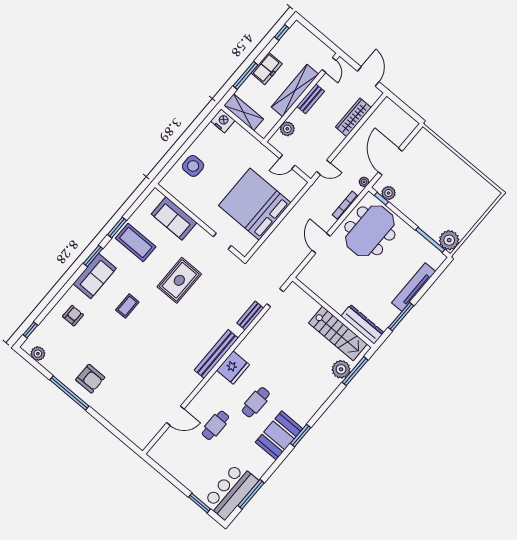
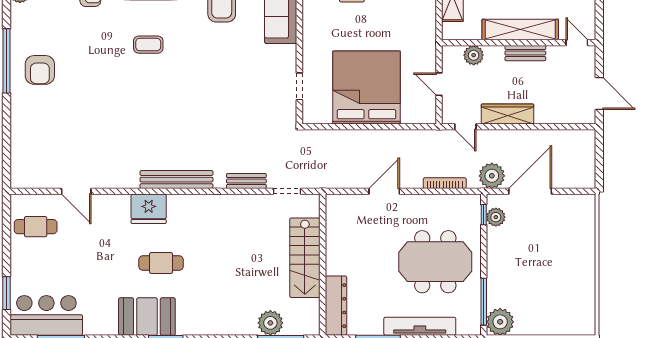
door: (329, 65) -> (577, 43), swing flipped
door: (368, 77) -> (599, 93), hinge flipped
wardrobe: (353, 117) -> (507, 114), moved
plant: (364, 182) -> (492, 176), width x1.88, depth x1.88
meeting table: (370, 231) -> (435, 262), moved
rug: (179, 280) -> (221, 76), removed
stairs: (338, 334) -> (305, 258), moved
fridge: (233, 367) -> (149, 209), moved
cafe table: (215, 425) -> (36, 227), moved

